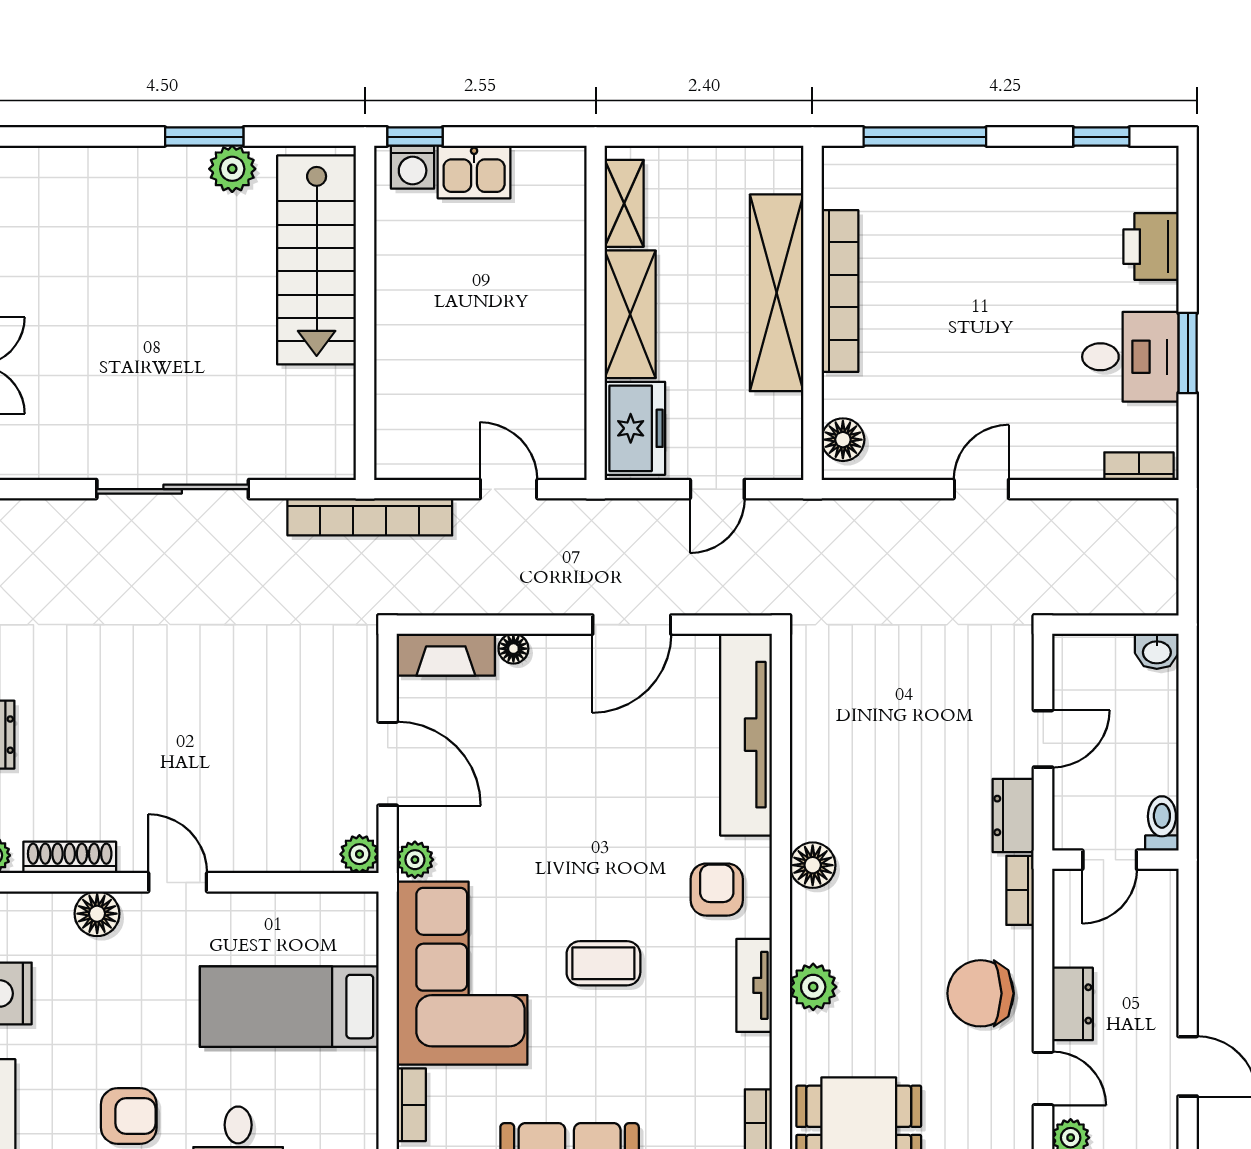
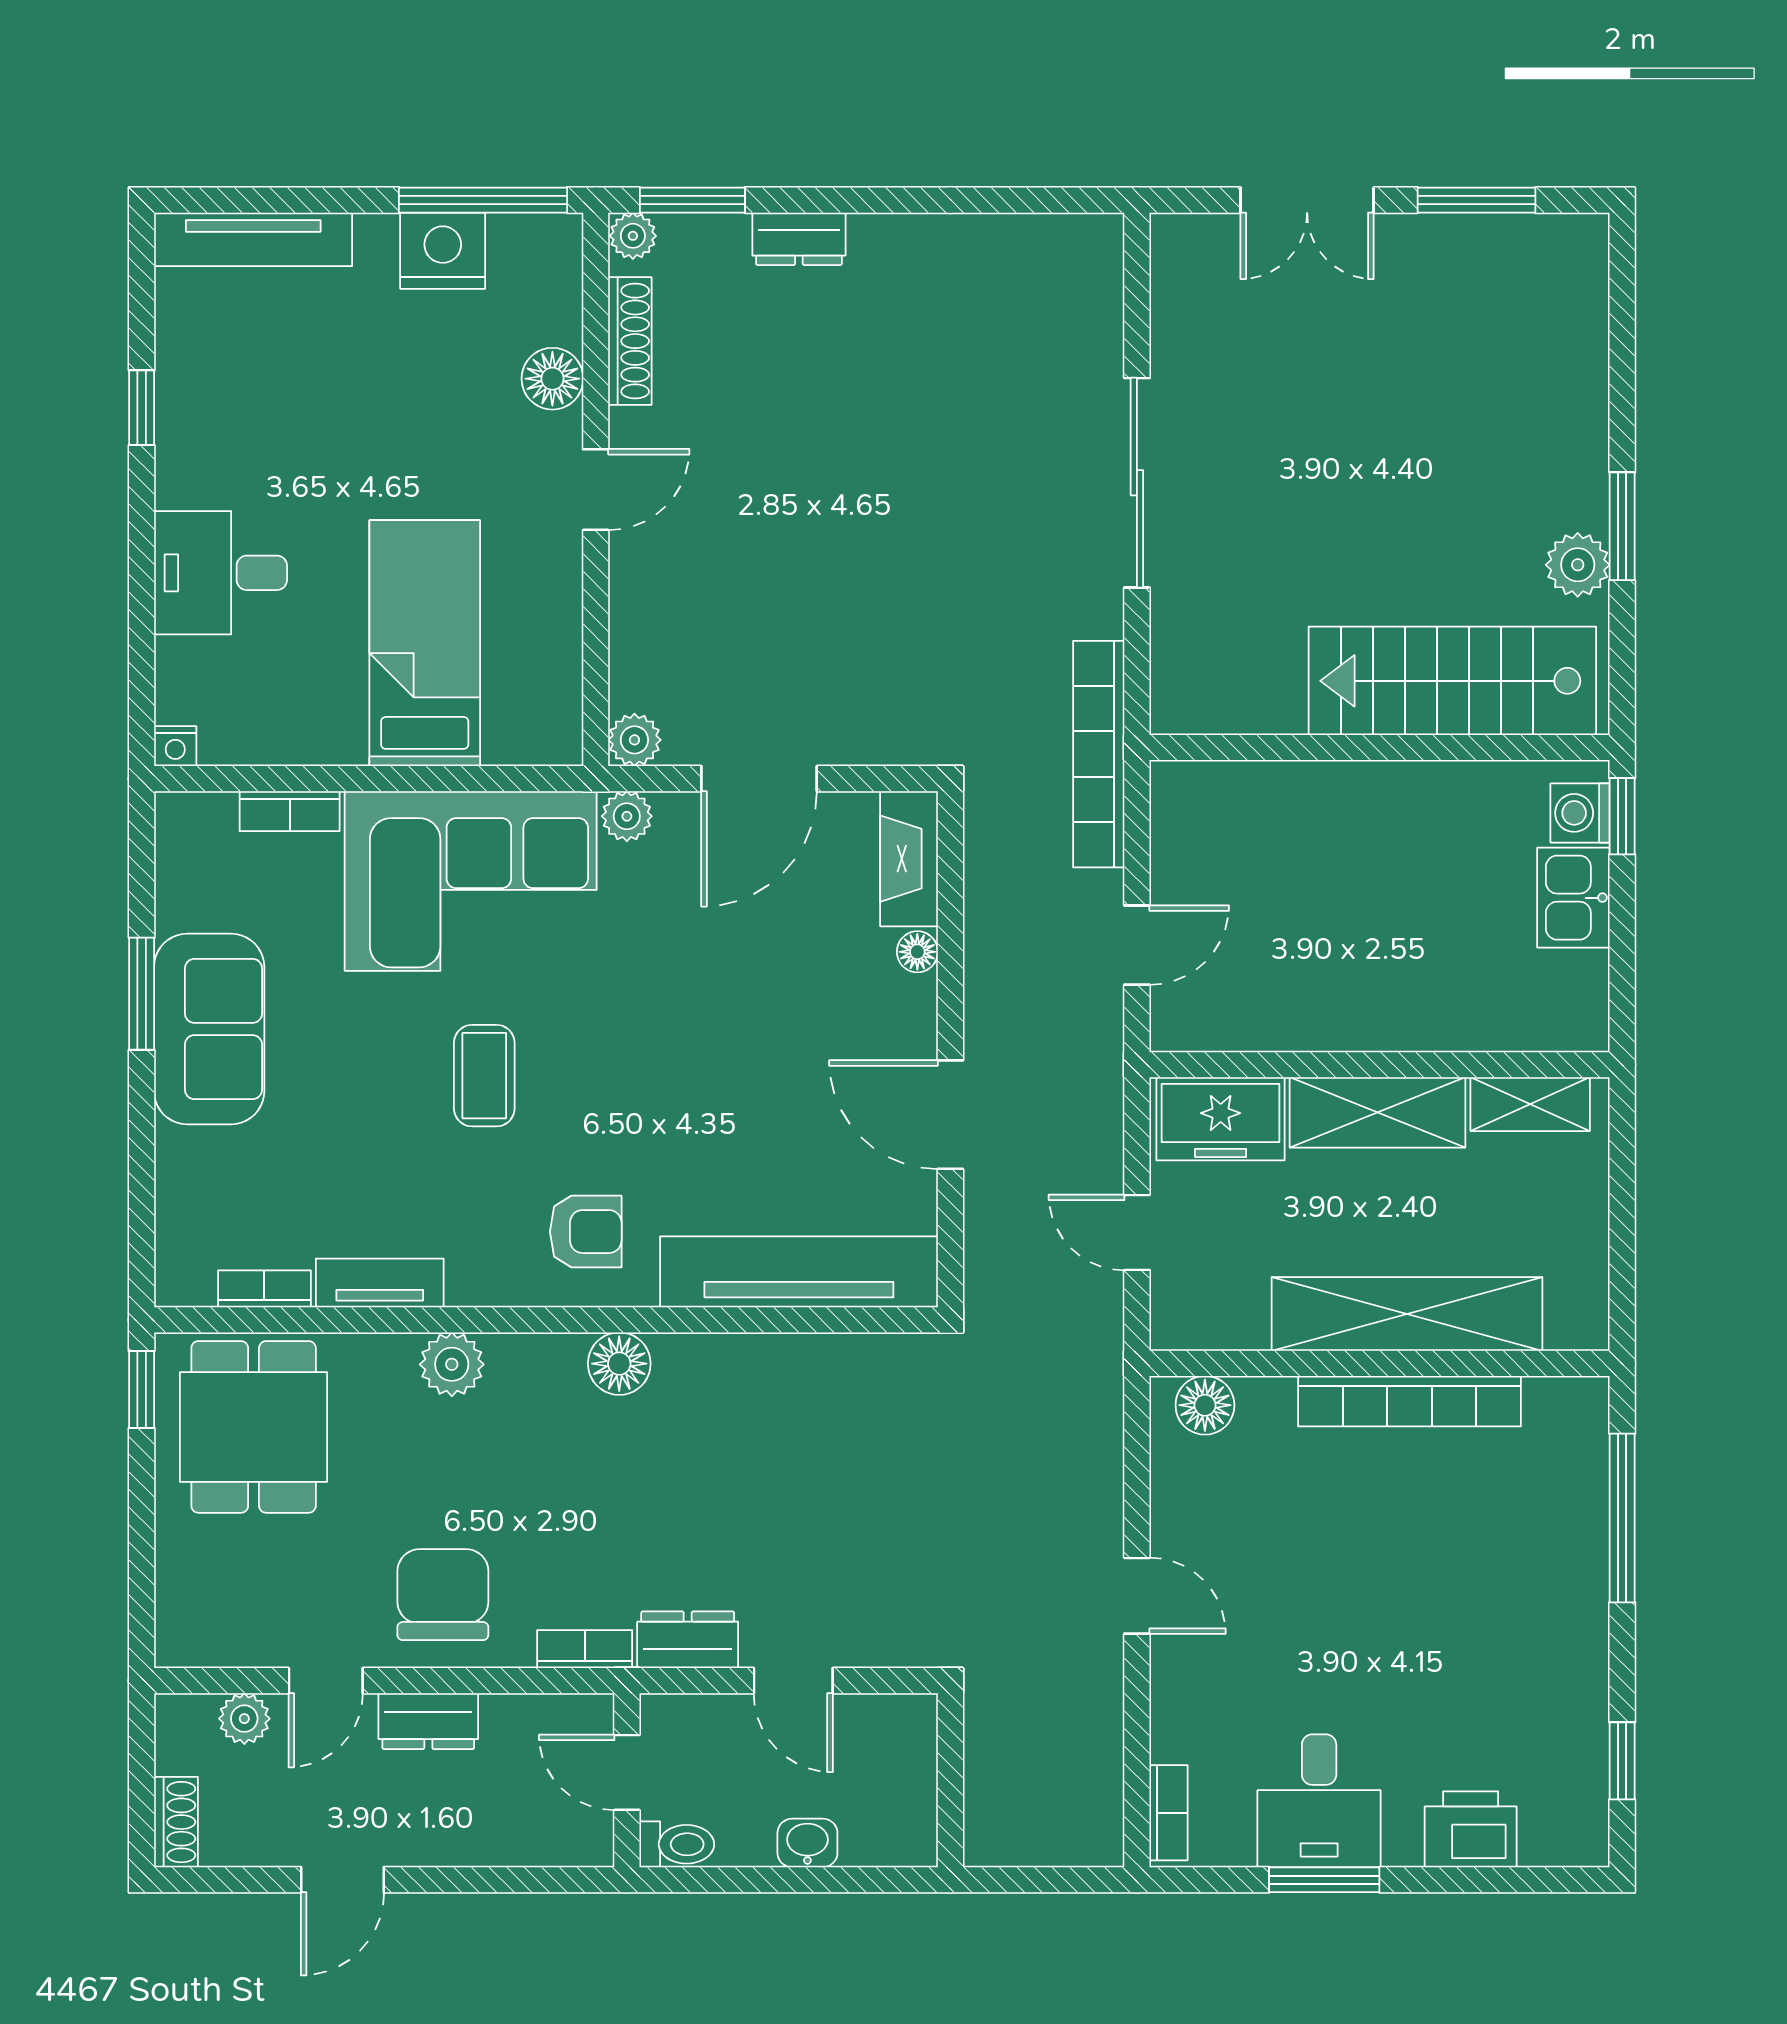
washbasin: (1157, 651) -> (807, 1843), moved, turned 90
tv unit: (754, 985) -> (380, 1283), moved
armchair: (129, 1116) -> (274, 422), removed

